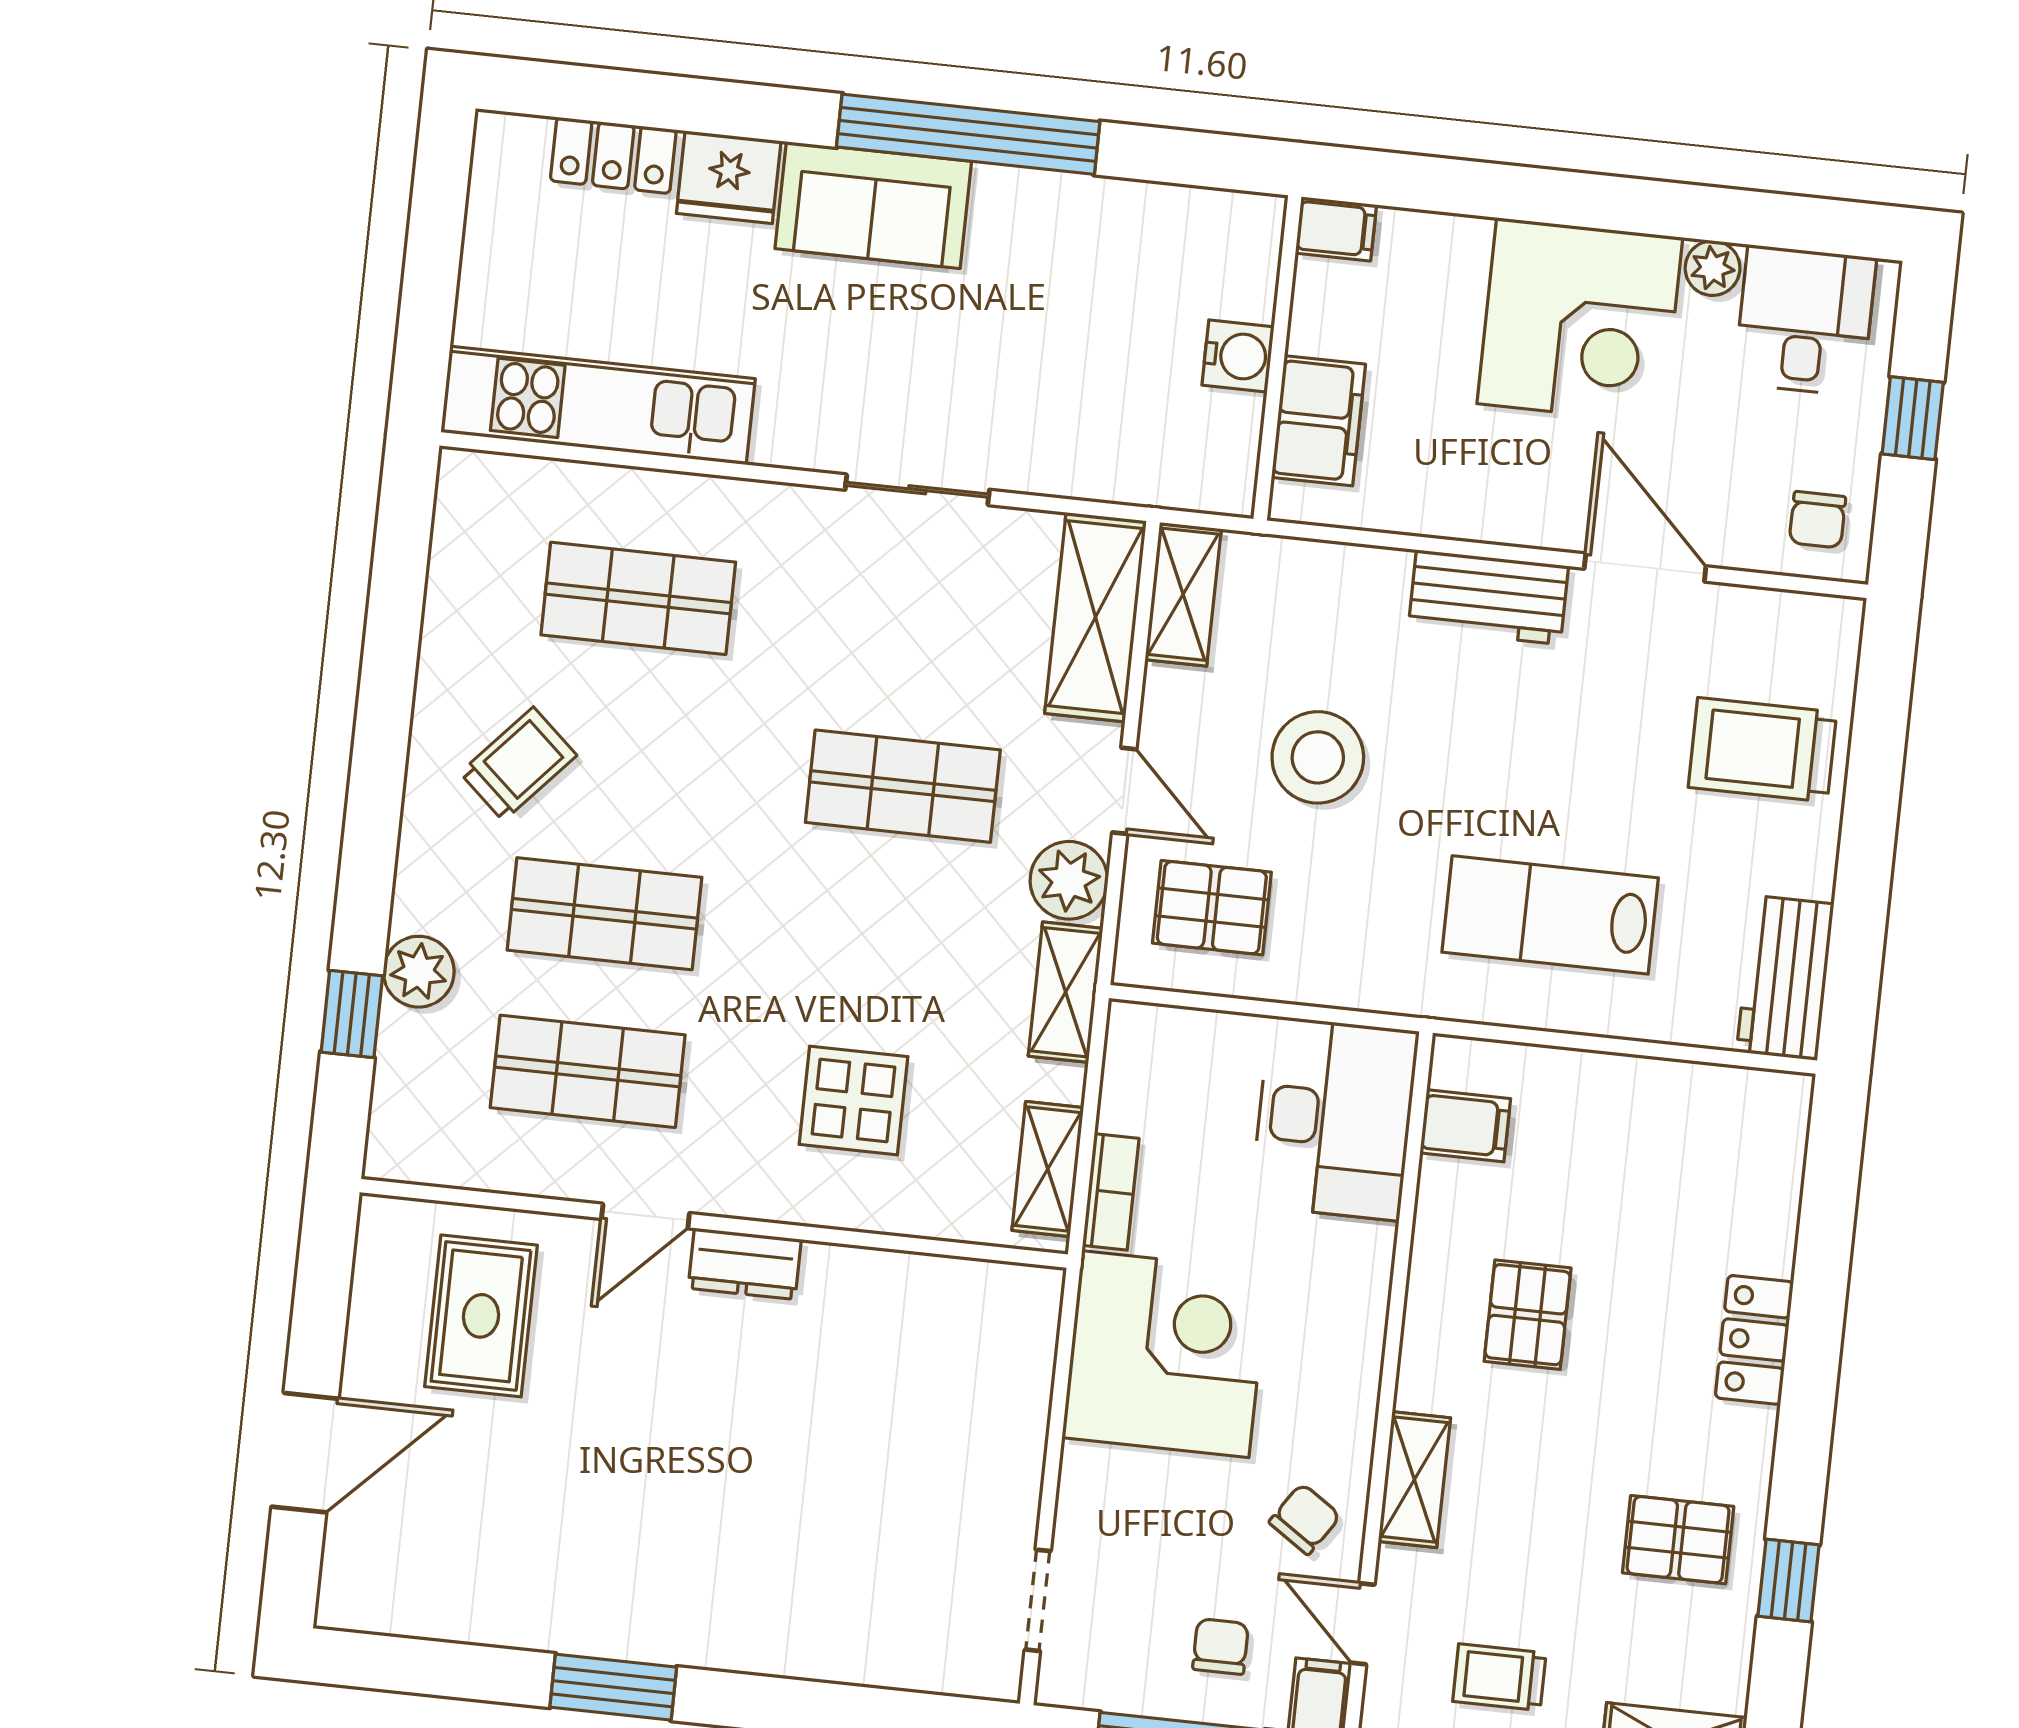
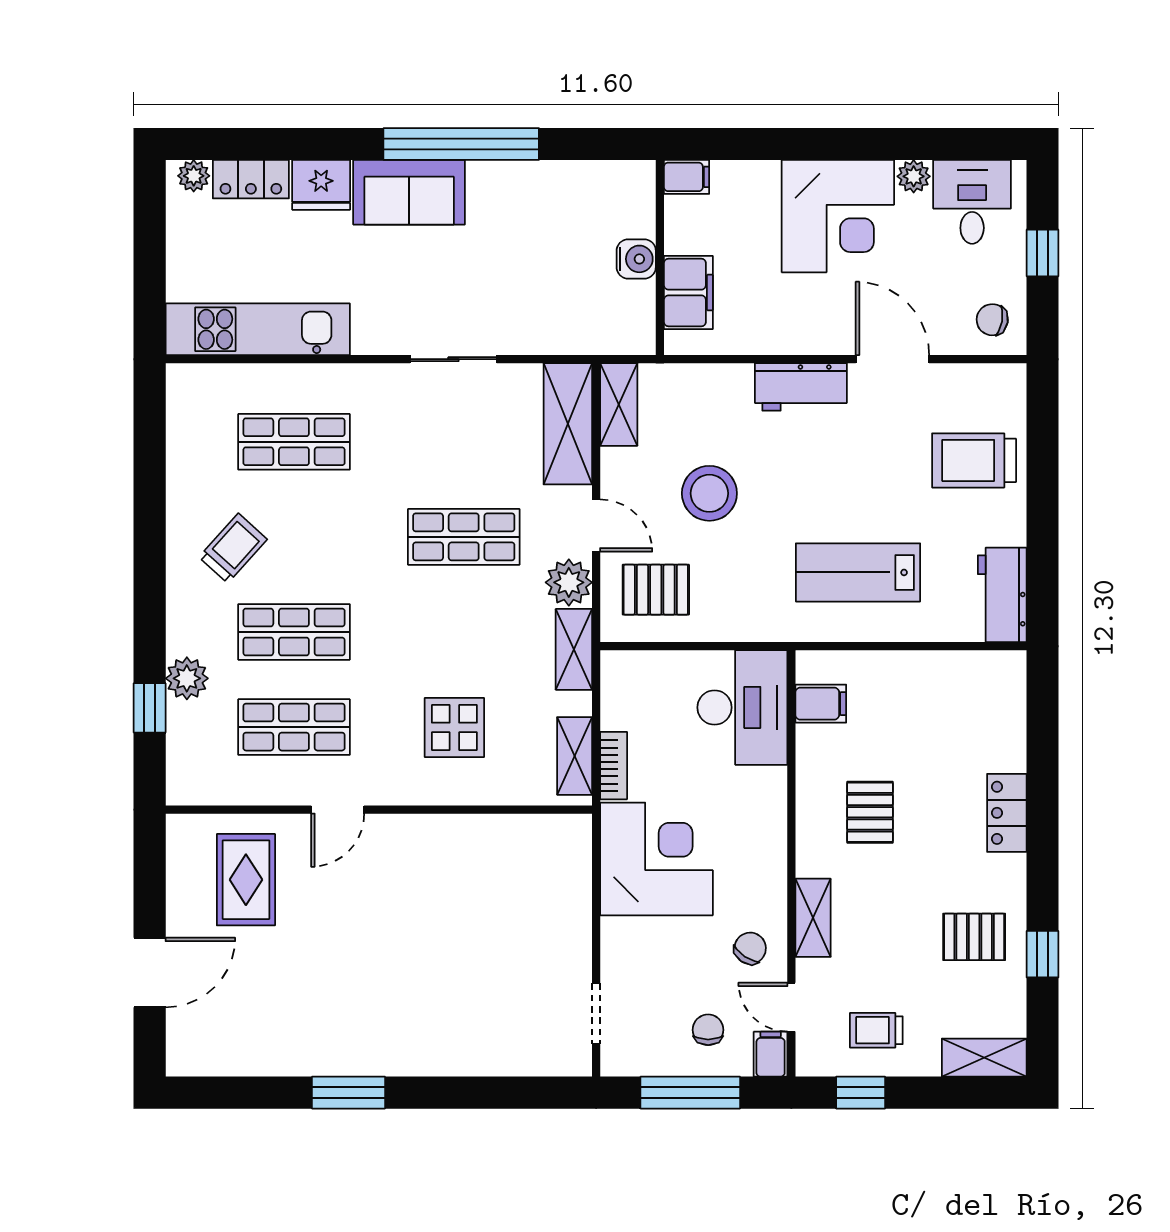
plant: (519, 140) -> (194, 176), added
chair: (1817, 520) -> (992, 320), turned 100
dresser: (745, 1264) -> (400, 832), removed

